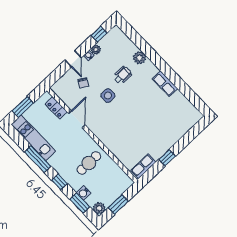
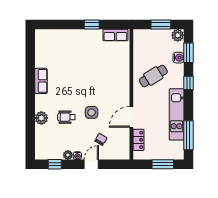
kitchen unit: (33, 138) -> (177, 114), moved
window: (38, 159) -> (188, 135), moved
cafe table: (89, 163) -> (153, 76), turned -32

